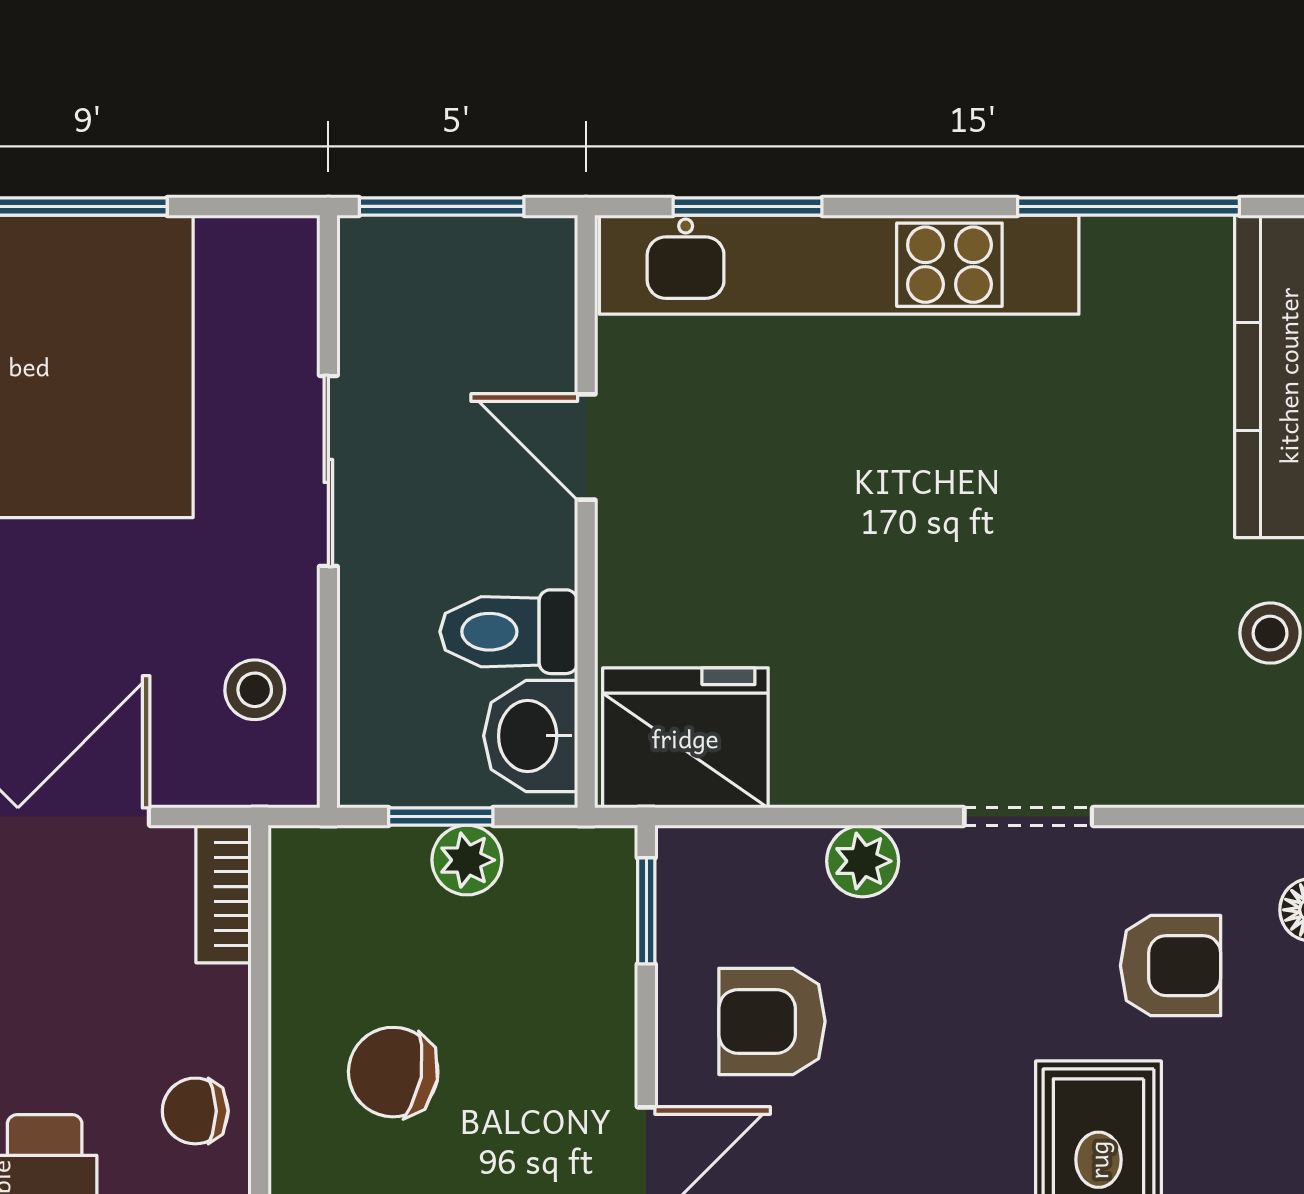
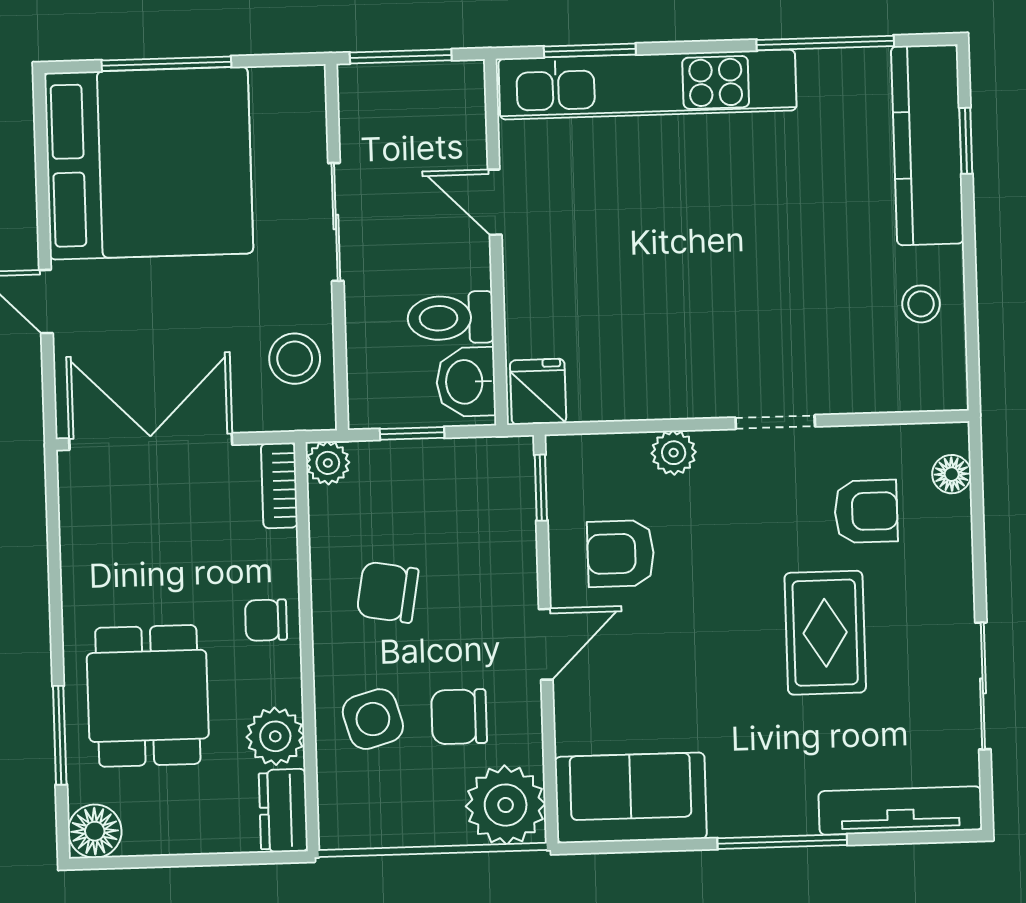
stool: (255, 690) -> (295, 359), width x1.37, depth x1.37
fridge: (685, 738) -> (538, 392), width x0.53, depth x0.75
plant: (467, 860) -> (328, 463), moved

